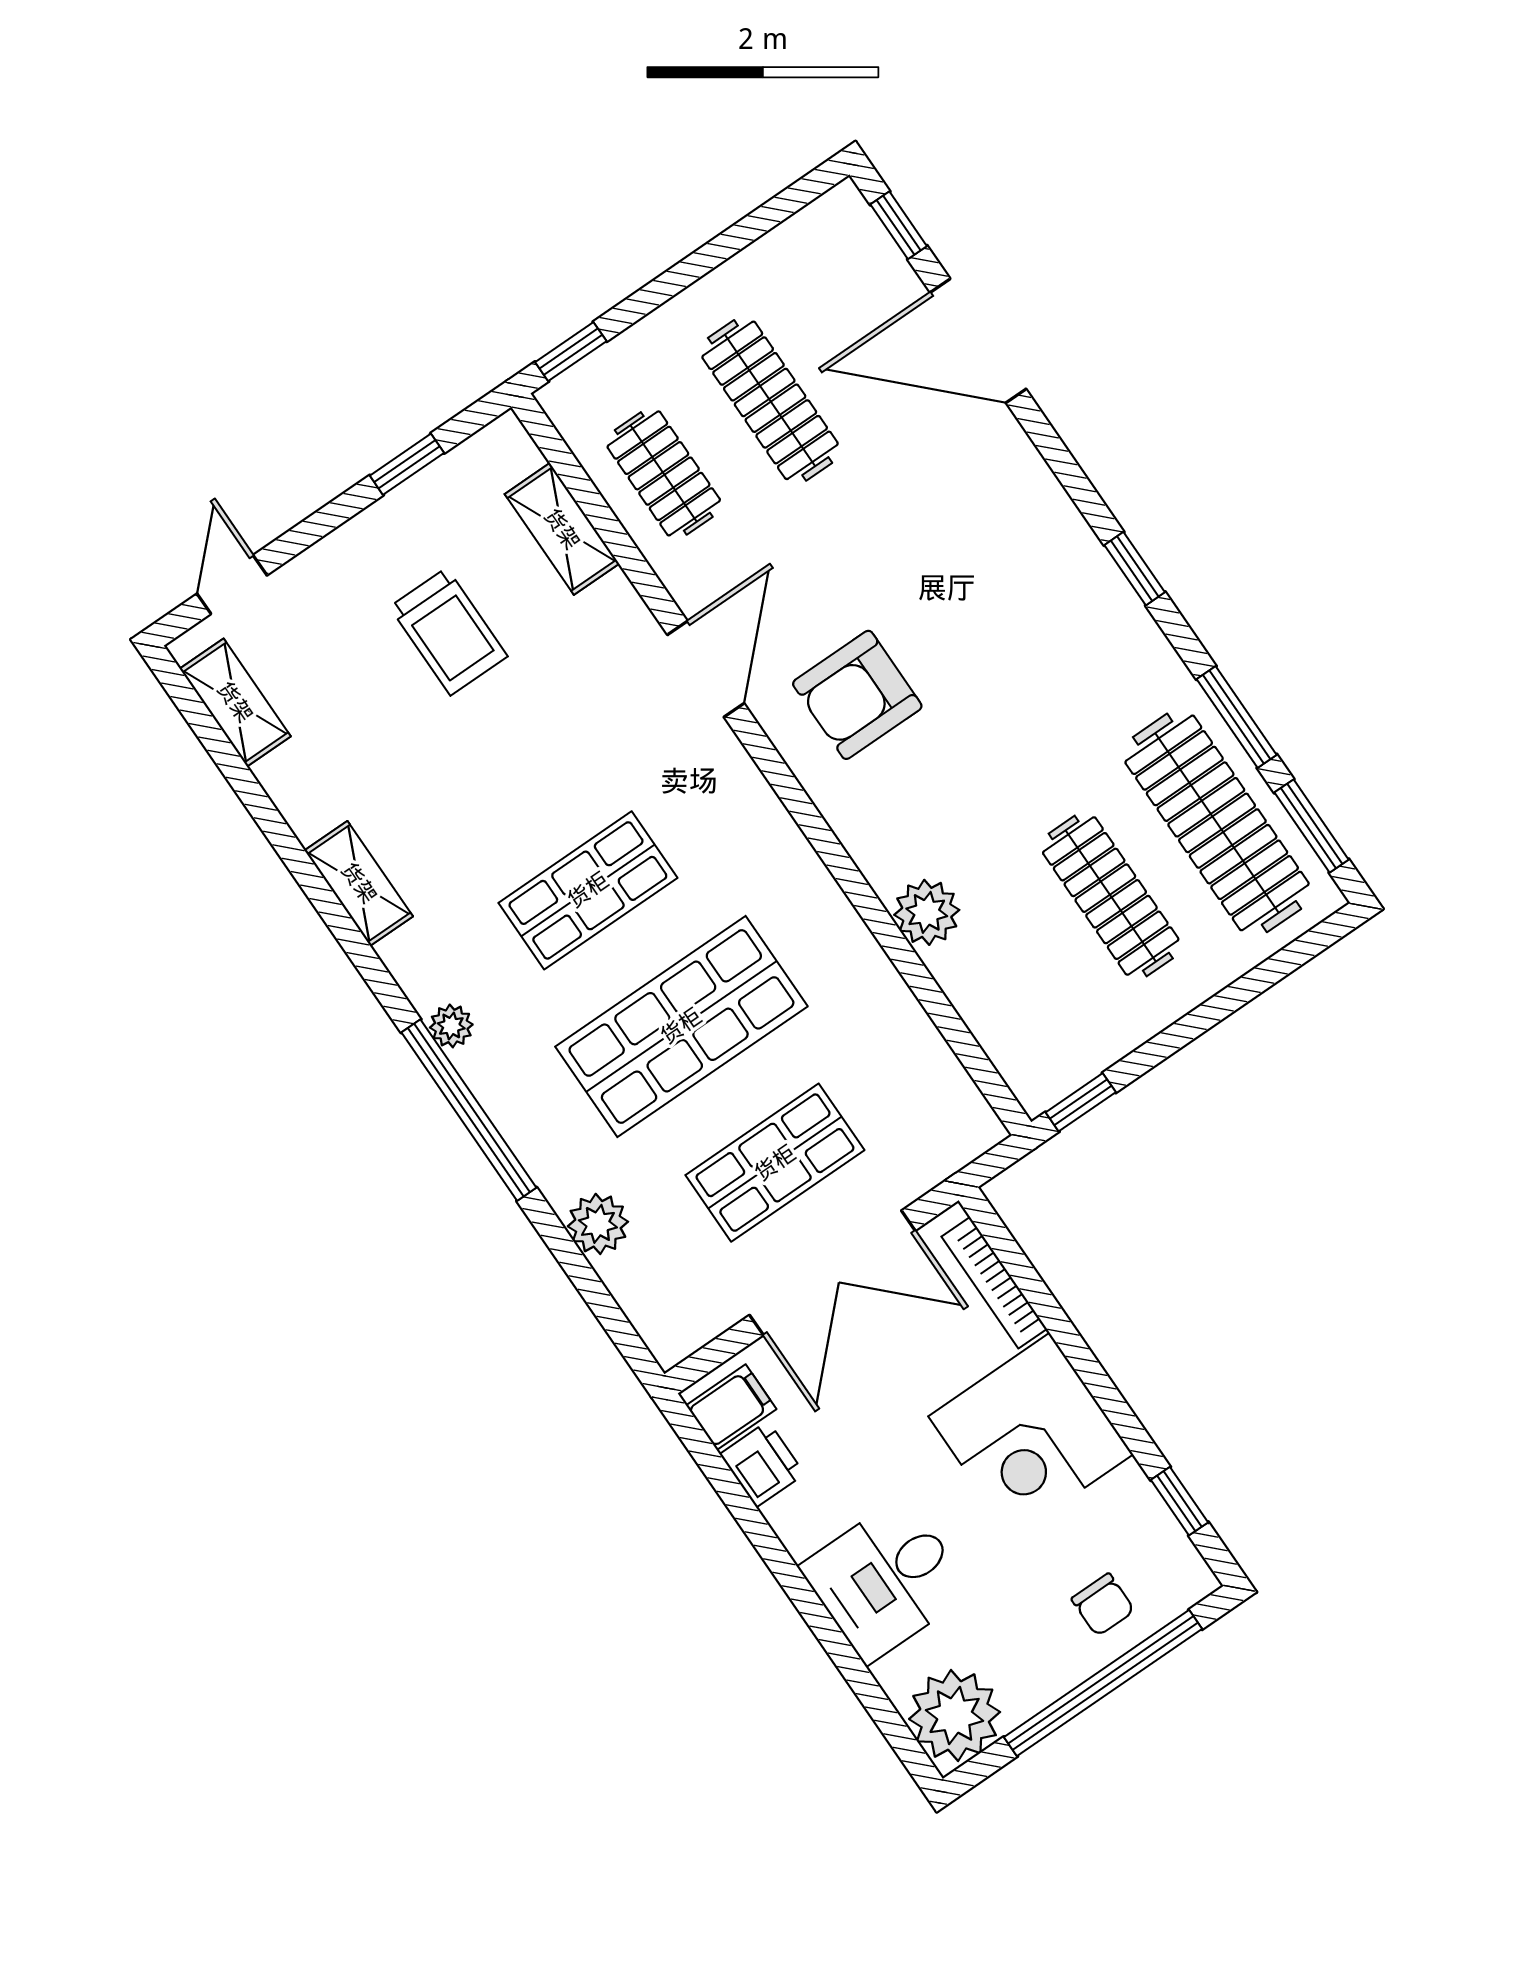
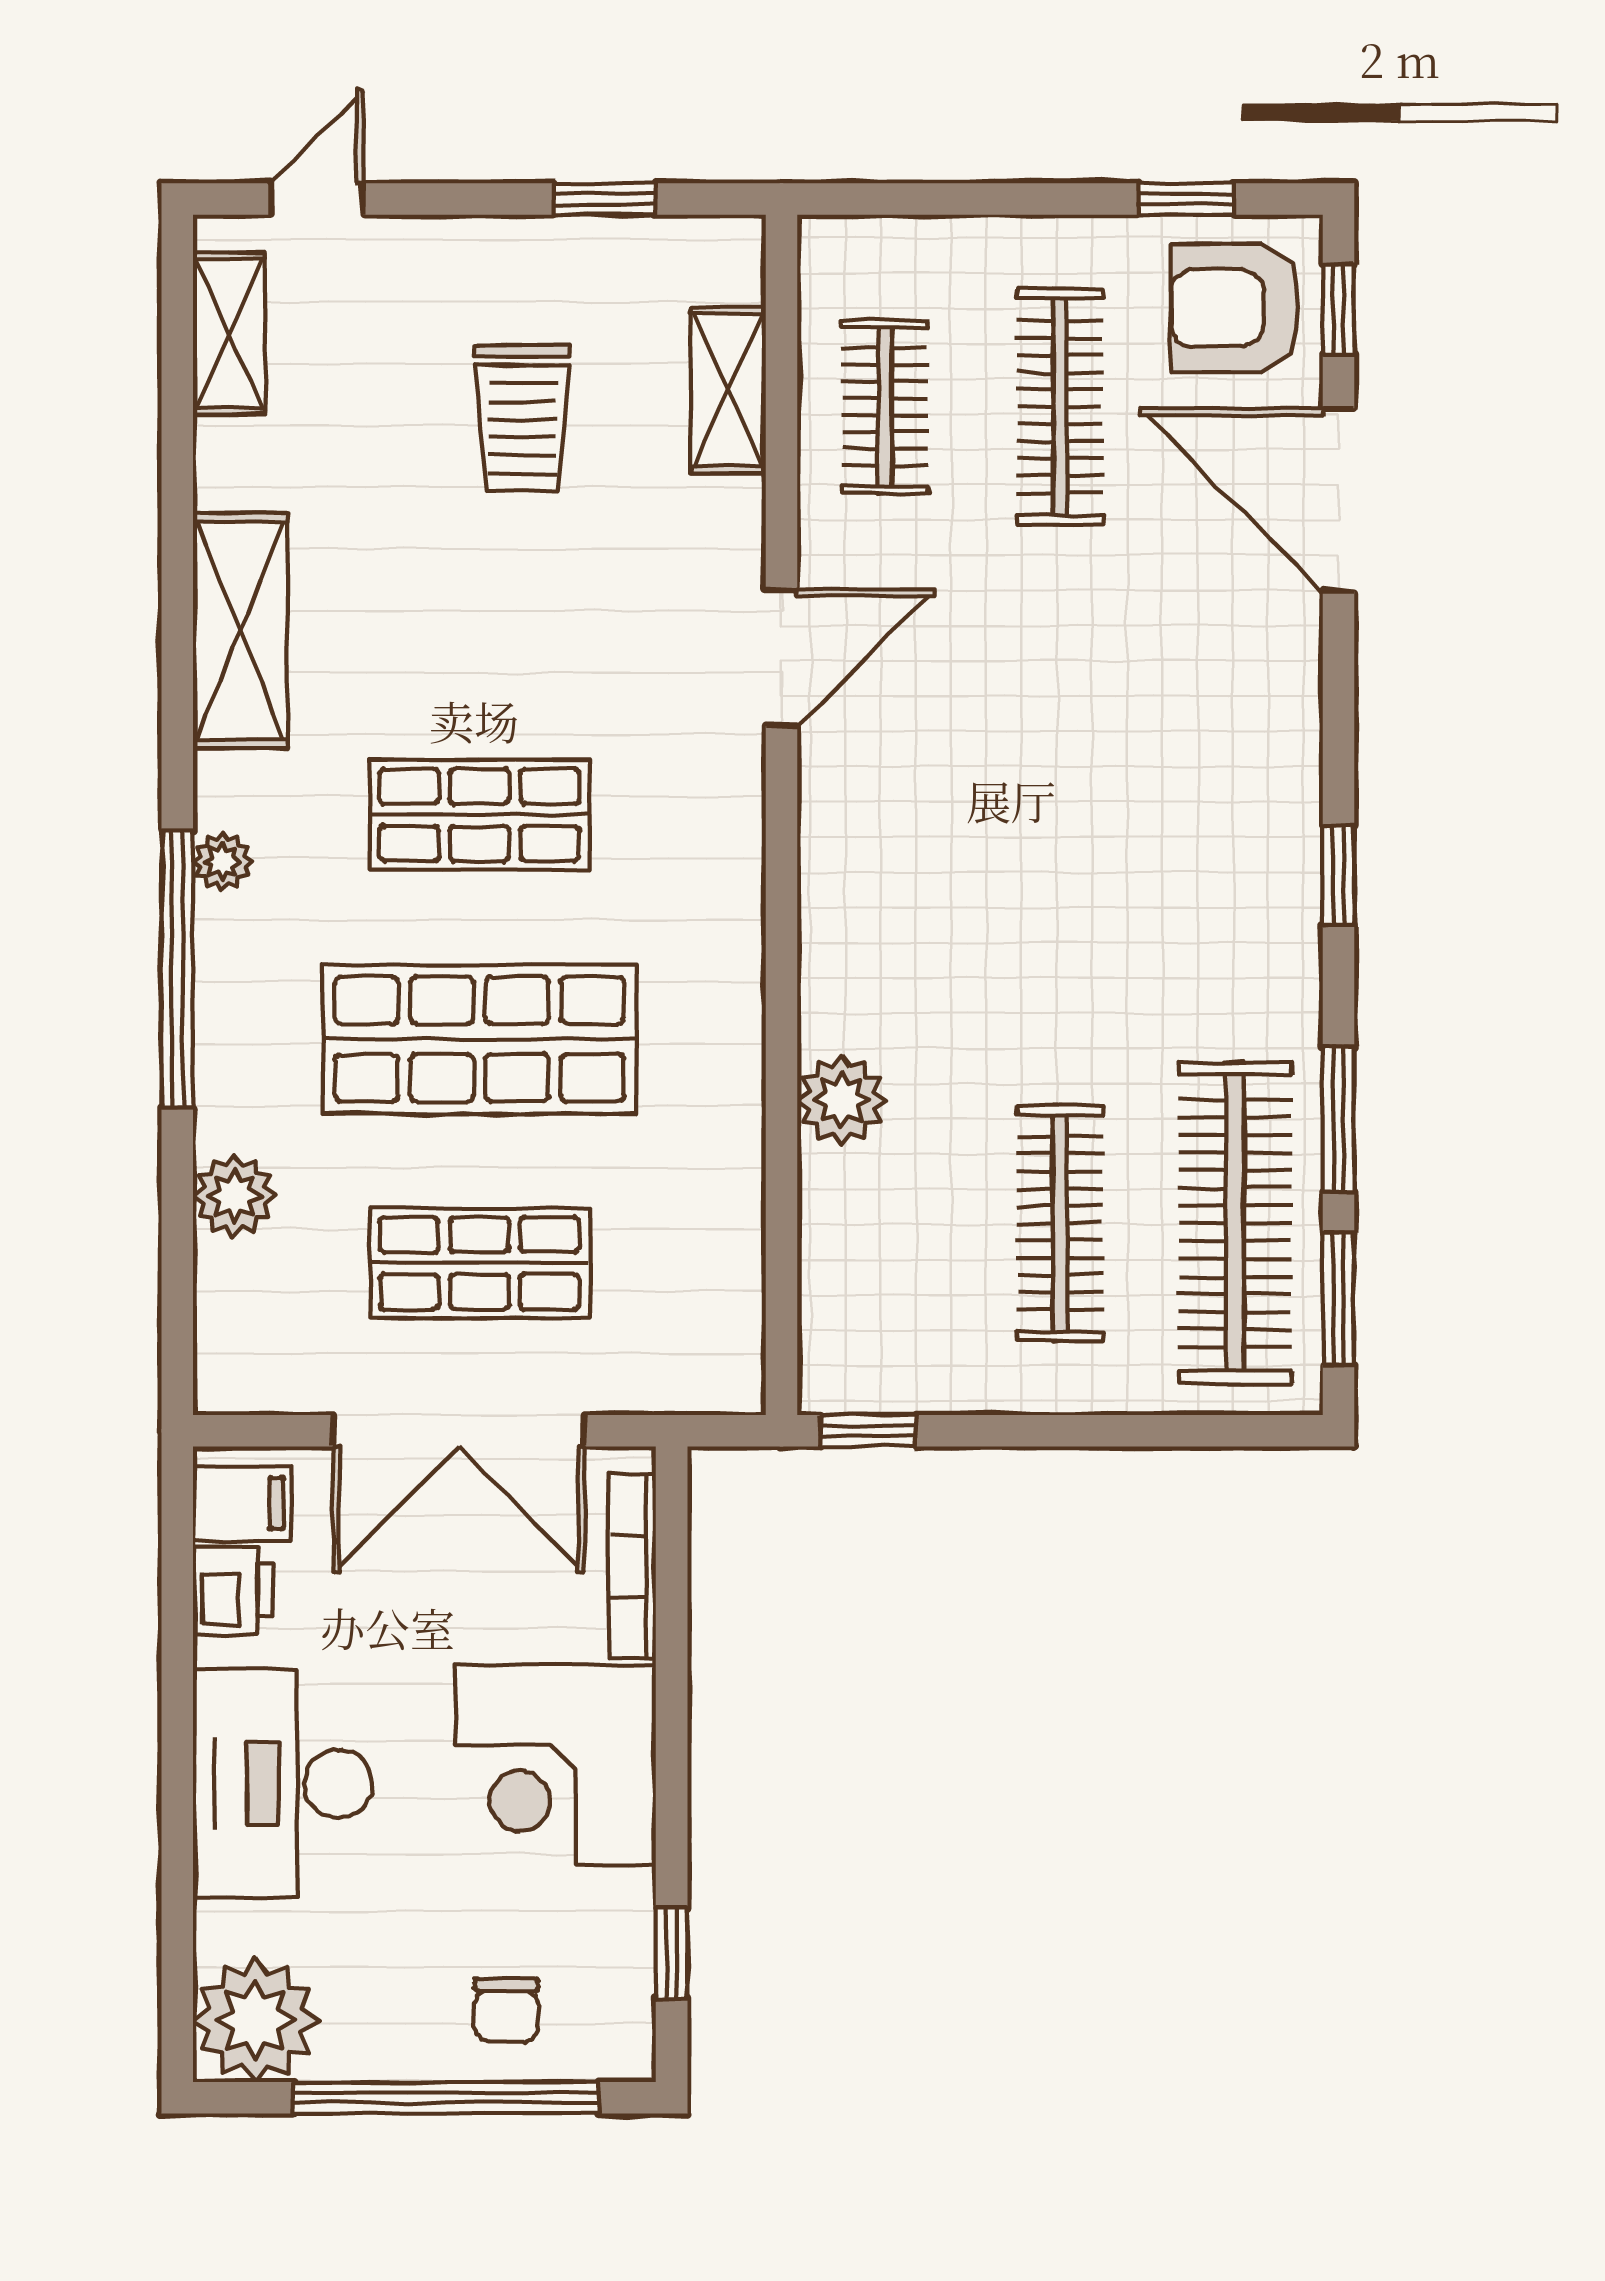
window: (571, 352) -> (1186, 199), moved
armchair: (857, 695) -> (1235, 308), moved
shelving: (359, 883) -> (240, 631), width x1.50, depth x1.33
desk: (886, 1580) -> (283, 1784), width x1.37

